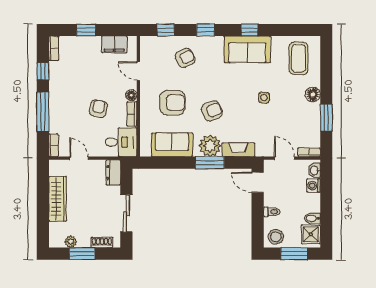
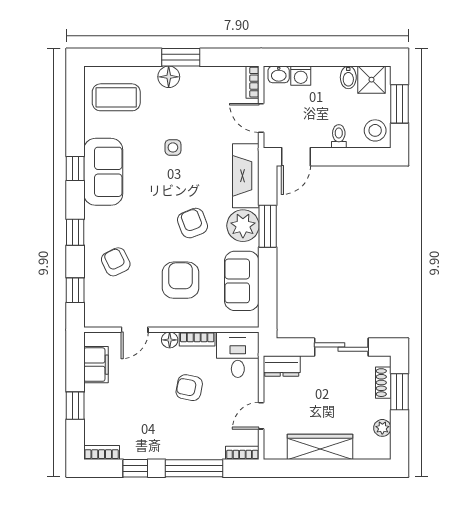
window: (326, 118) -> (181, 57), moved
fireplace: (239, 150) -> (246, 176), width x1.37, depth x1.32
door: (284, 158) -> (261, 118), hinge flipped
window: (82, 254) -> (400, 392), moved

